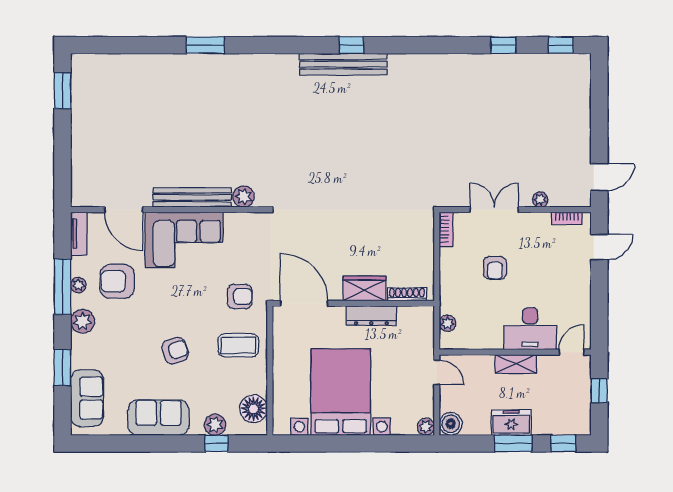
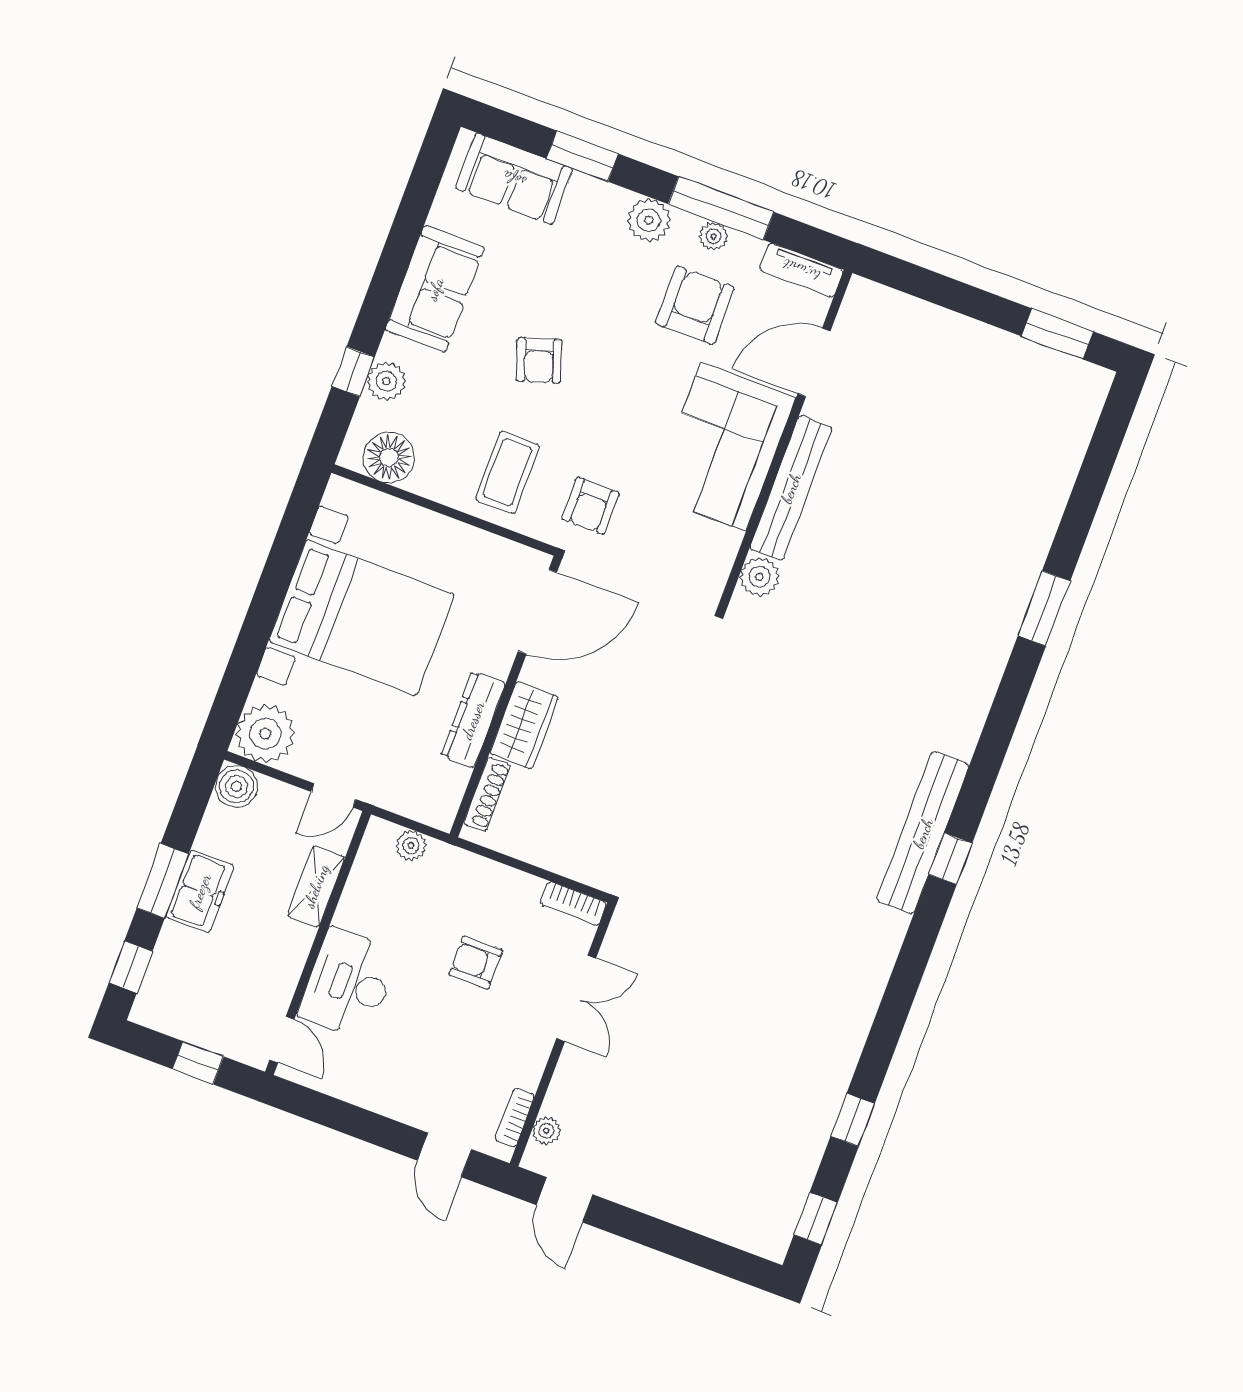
plant: (540, 200) -> (546, 1131), moved
shelving: (516, 364) -> (316, 886), moved
plant: (426, 427) -> (265, 734), width x1.87, depth x1.87

